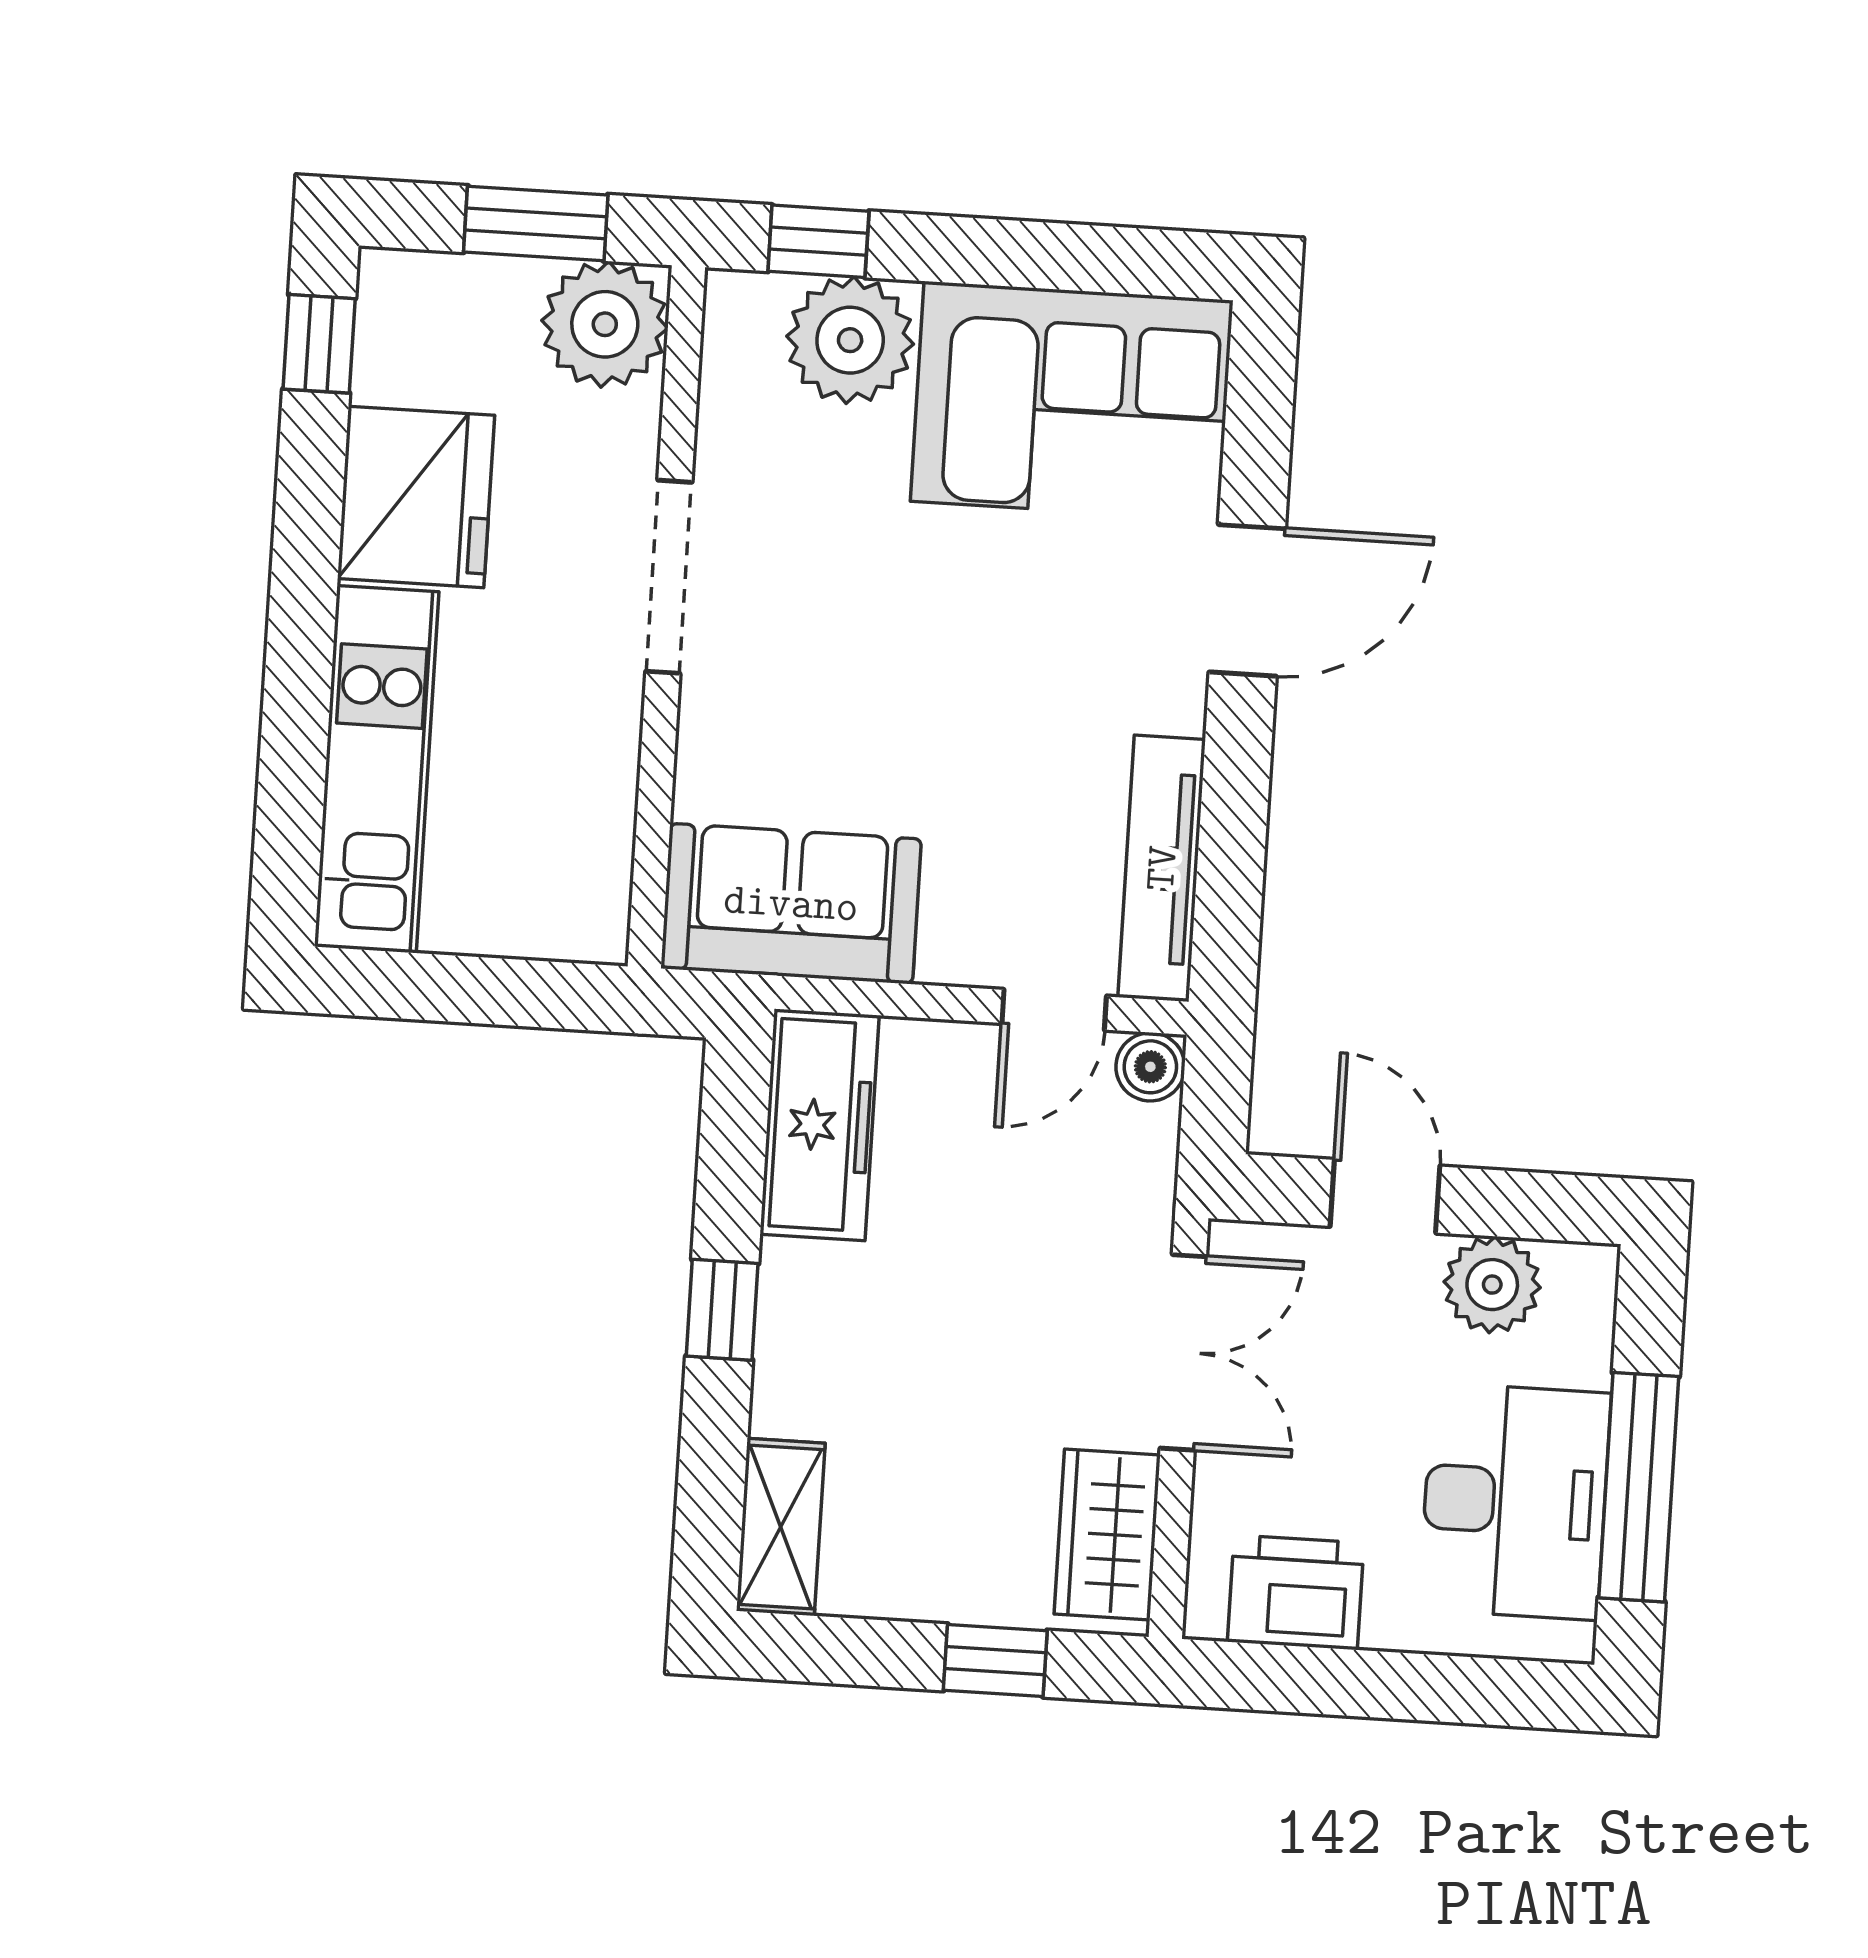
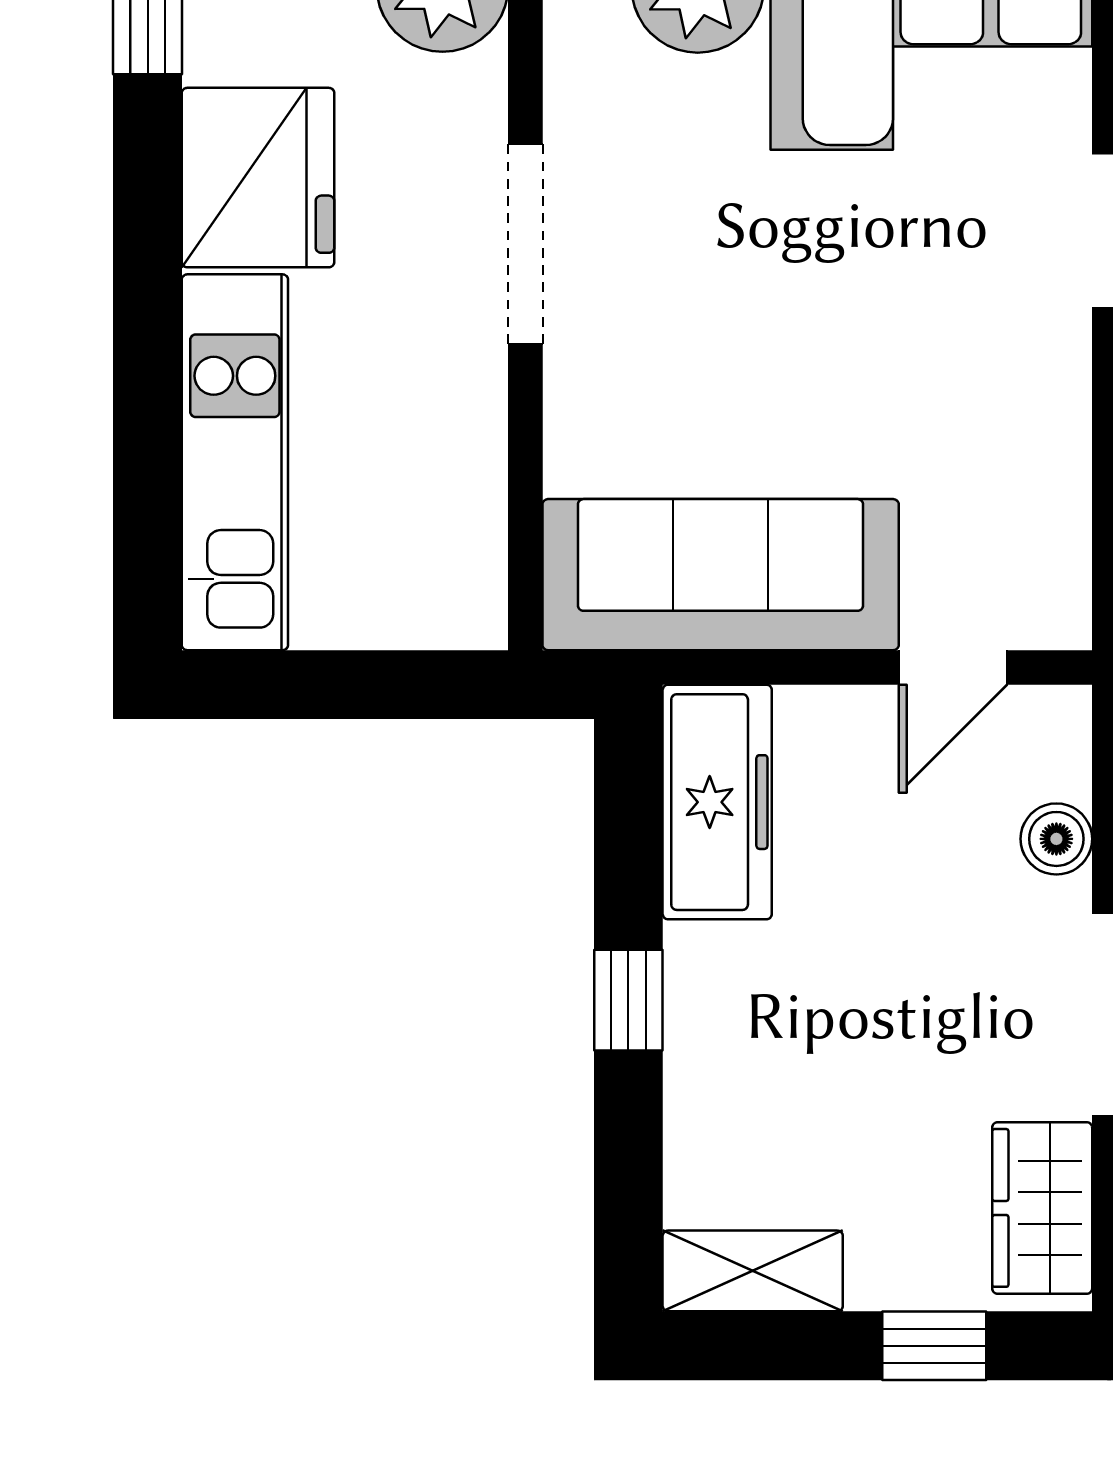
tv unit: (1162, 868) -> (1055, 514), removed
sofa: (791, 904) -> (721, 575), width x1.36
boiler: (1150, 1067) -> (1056, 839), moved
shelving: (781, 1527) -> (753, 1271), moved, turned 90

